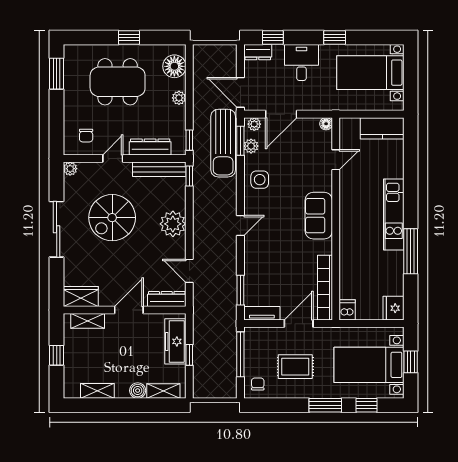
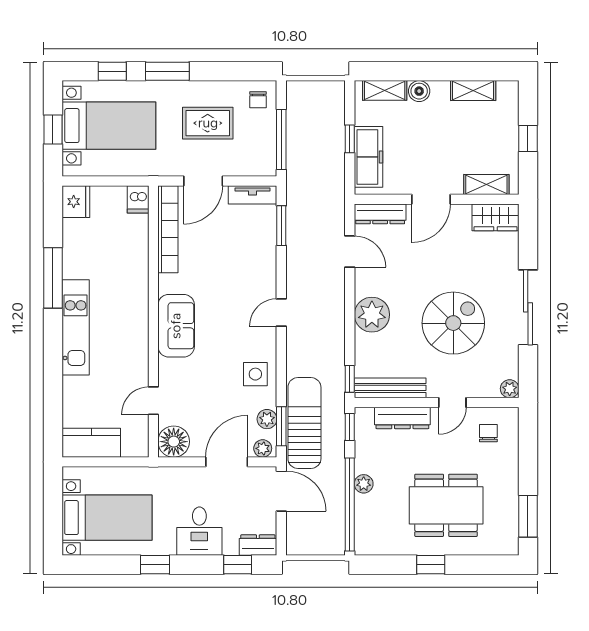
floor lamp: (174, 66) -> (370, 526), removed
window: (189, 82) -> (350, 505), added
floor lamp: (326, 124) -> (174, 442), width x1.89, depth x1.89

